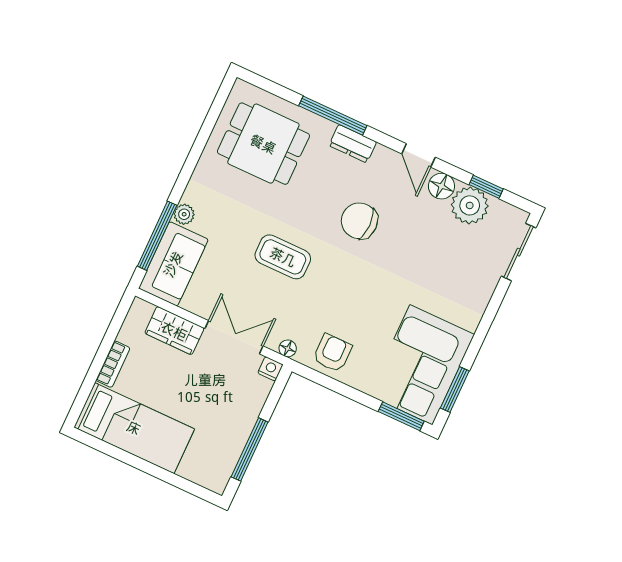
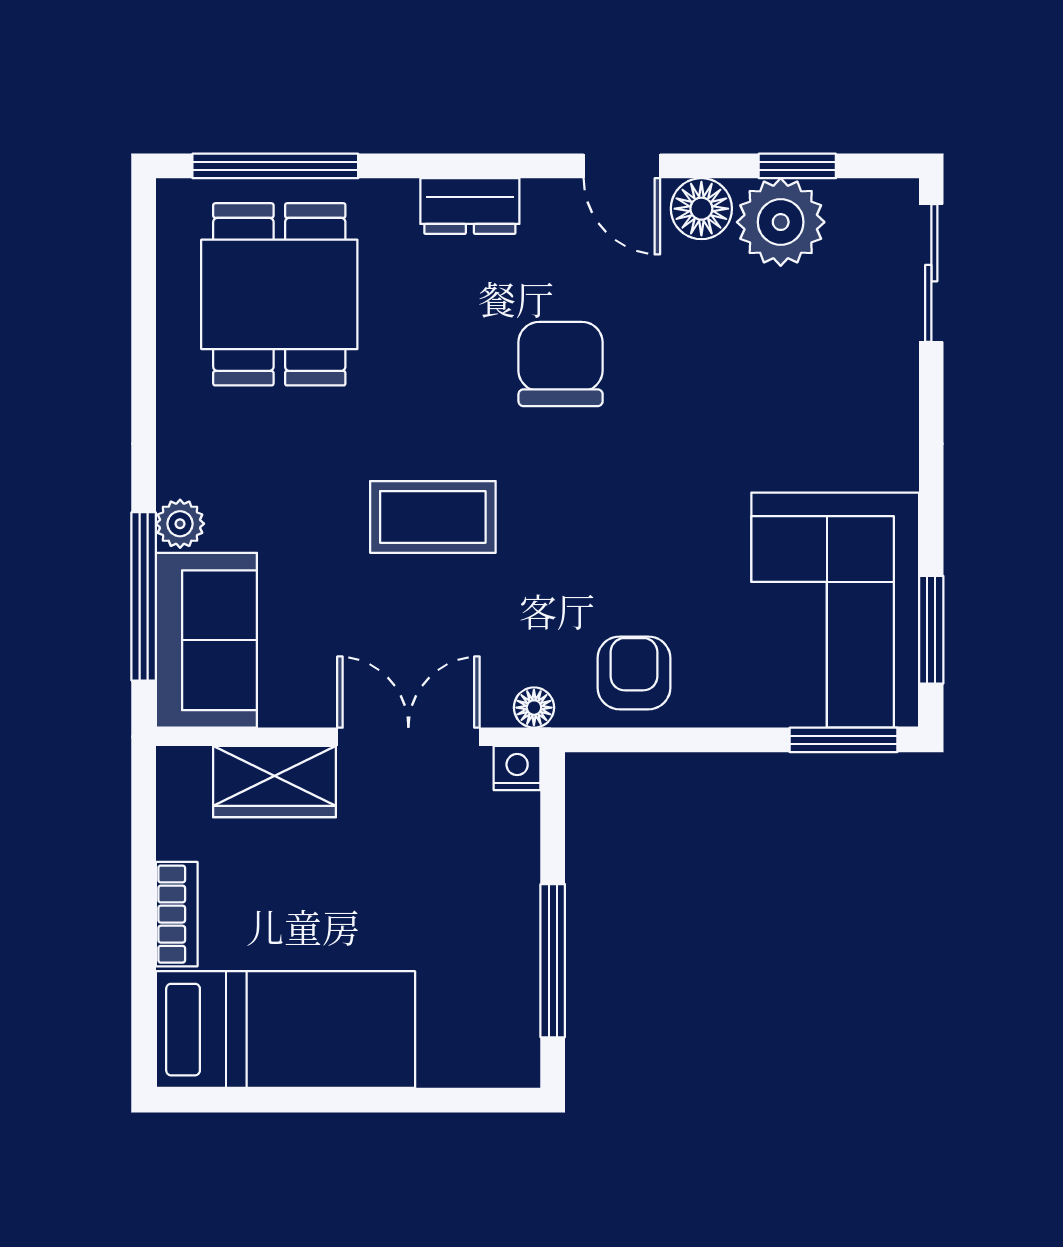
window: (333, 116) -> (275, 166), moved
dining table: (263, 144) -> (279, 294), turned 90
chair: (359, 221) -> (561, 364), turned 90

